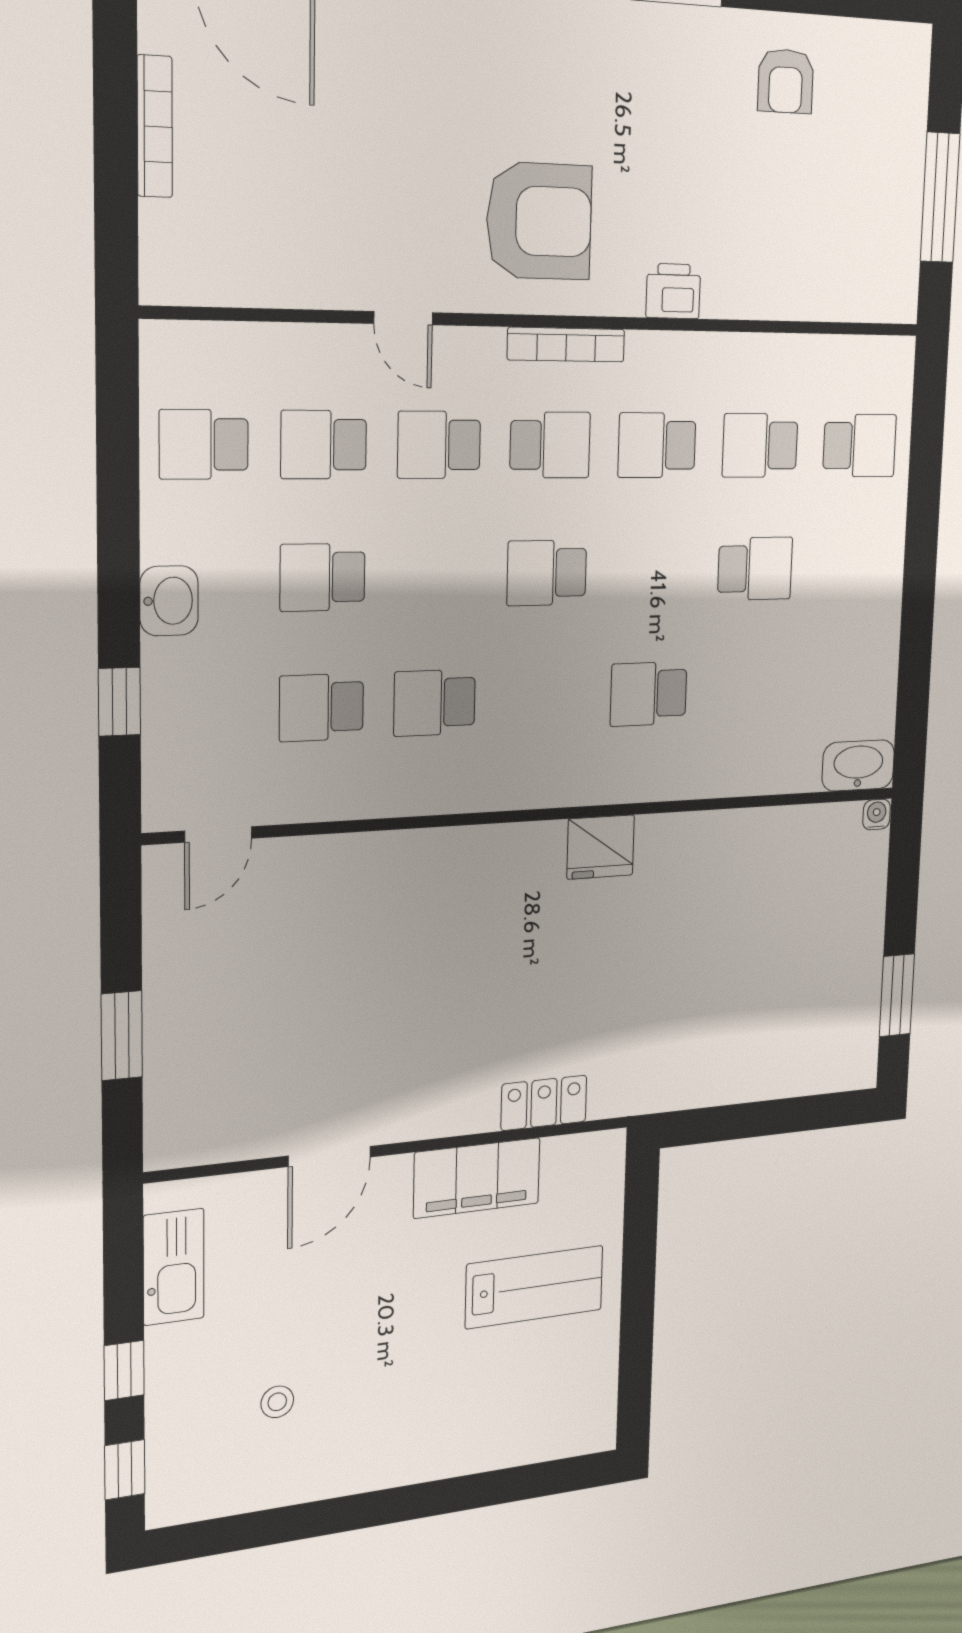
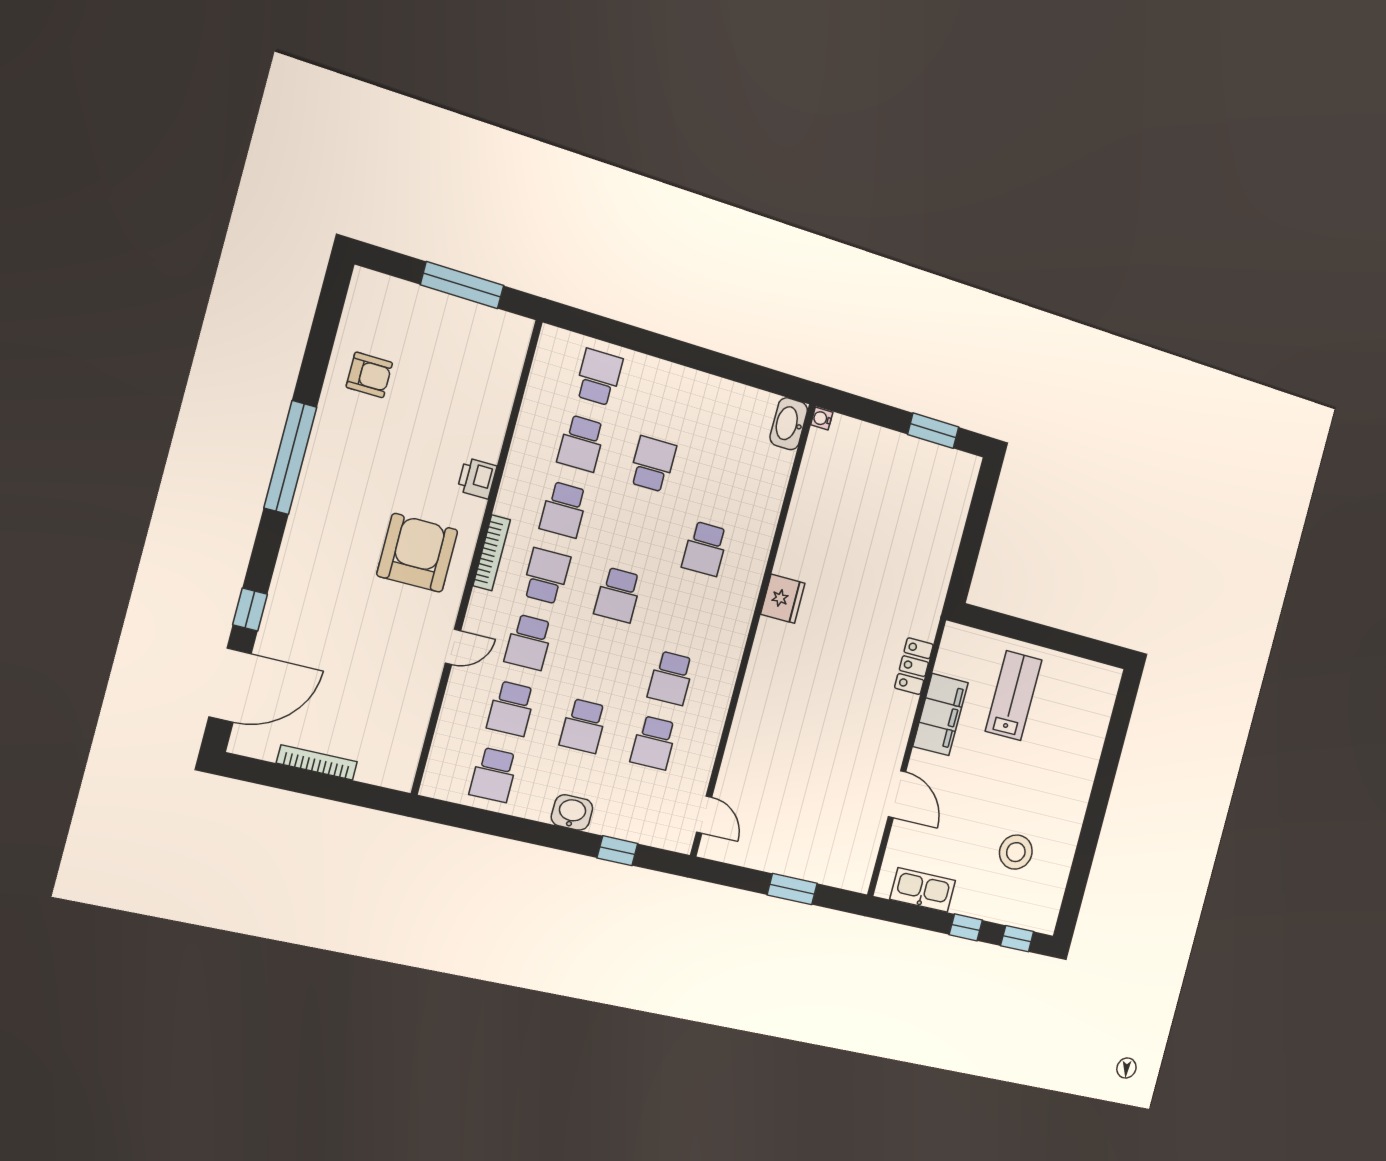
stool: (277, 1402) -> (1016, 852), width x1.89, depth x1.89

